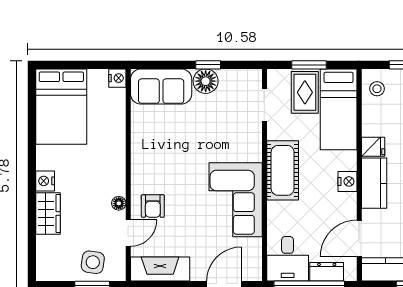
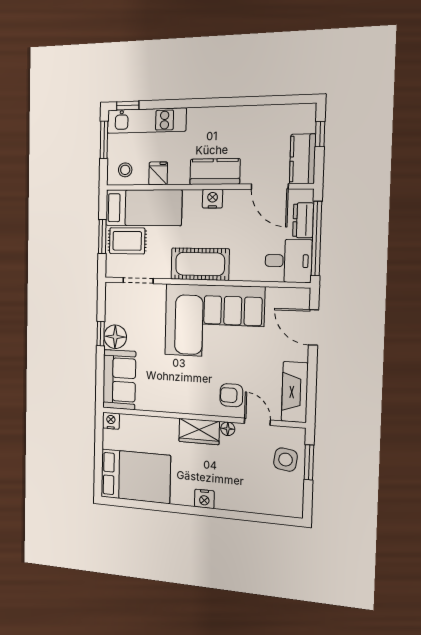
fridge: (373, 147) -> (158, 173), moved
corner sofa: (236, 200) -> (214, 321), width x1.36, depth x1.36
armchair: (153, 206) -> (231, 395), turned 180
wardrobe: (48, 213) -> (199, 431), moved, turned 180

